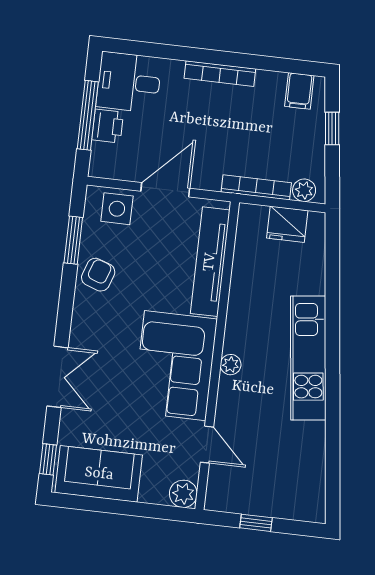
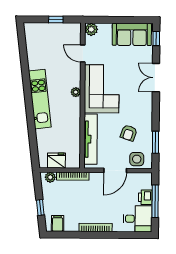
armchair: (98, 275) -> (129, 133), moved

